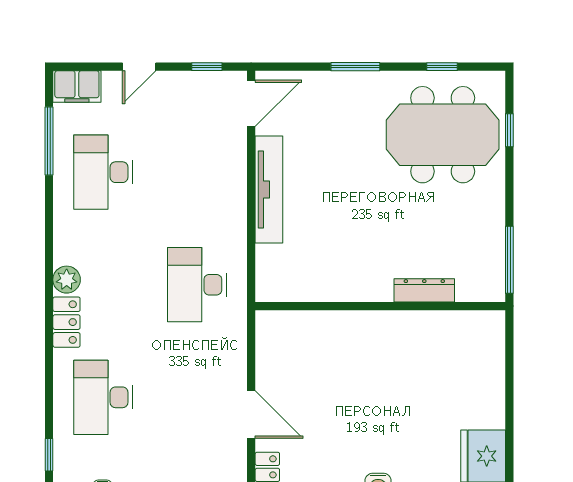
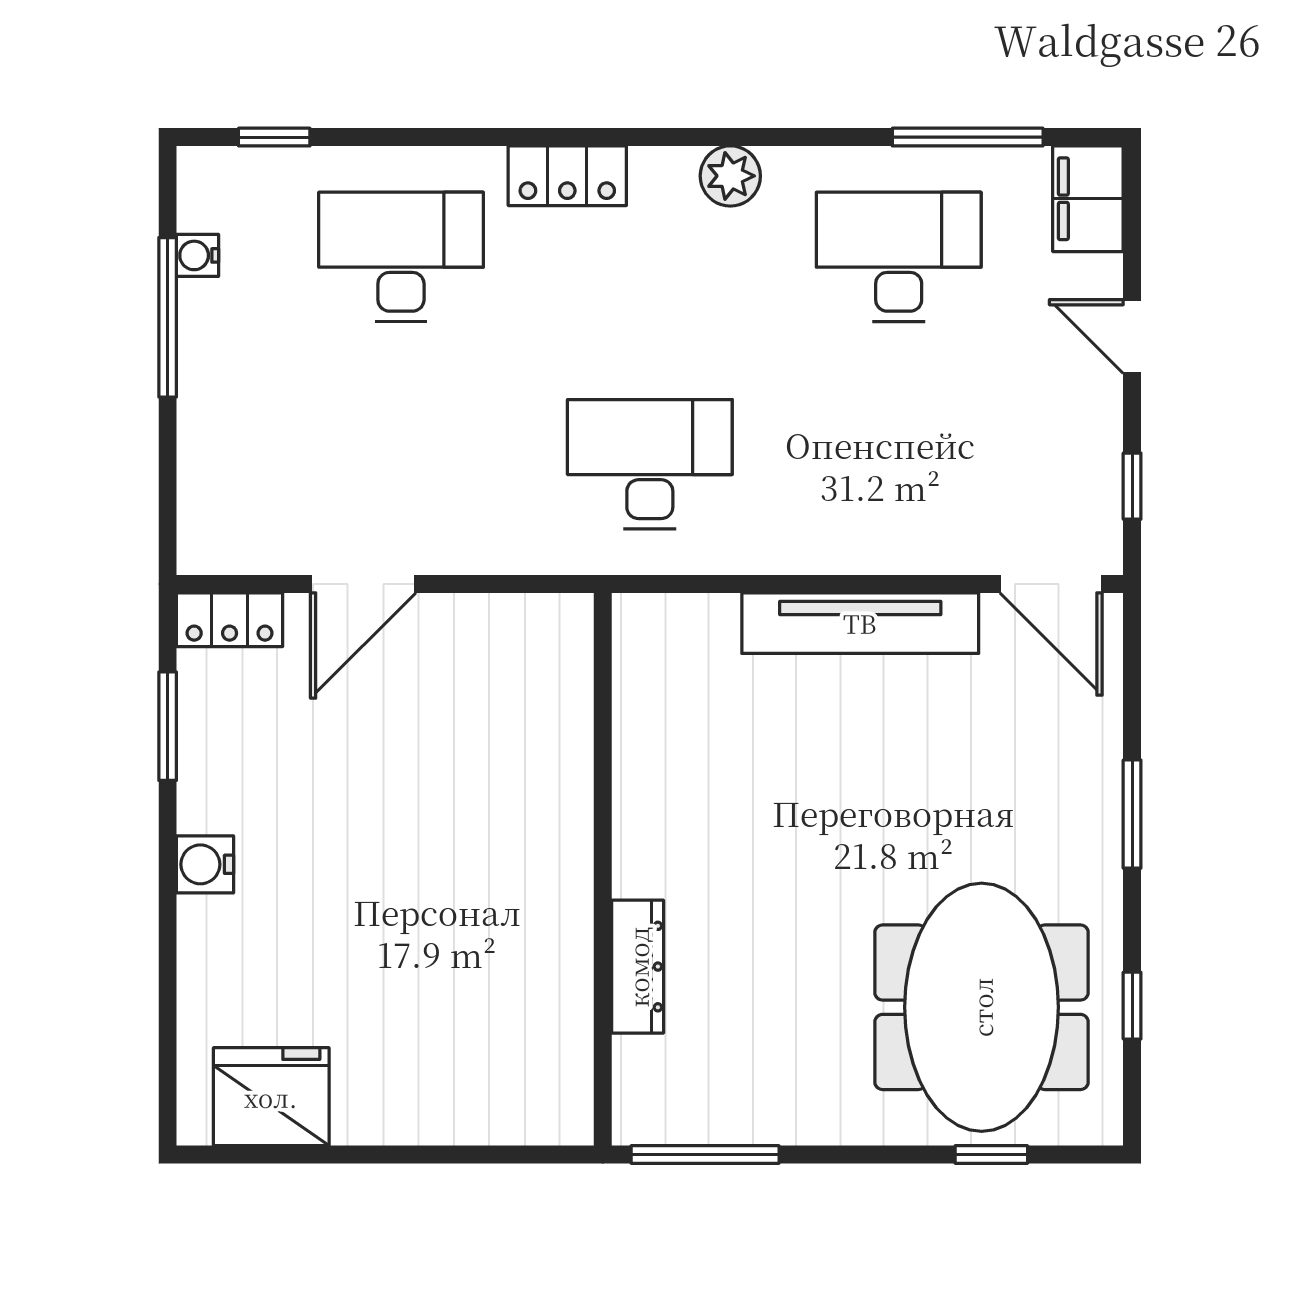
plant: (67, 280) -> (730, 176), moved

